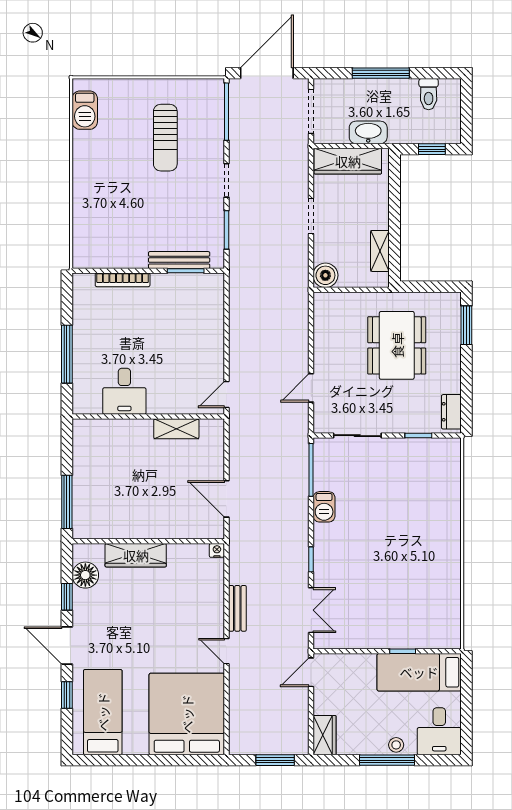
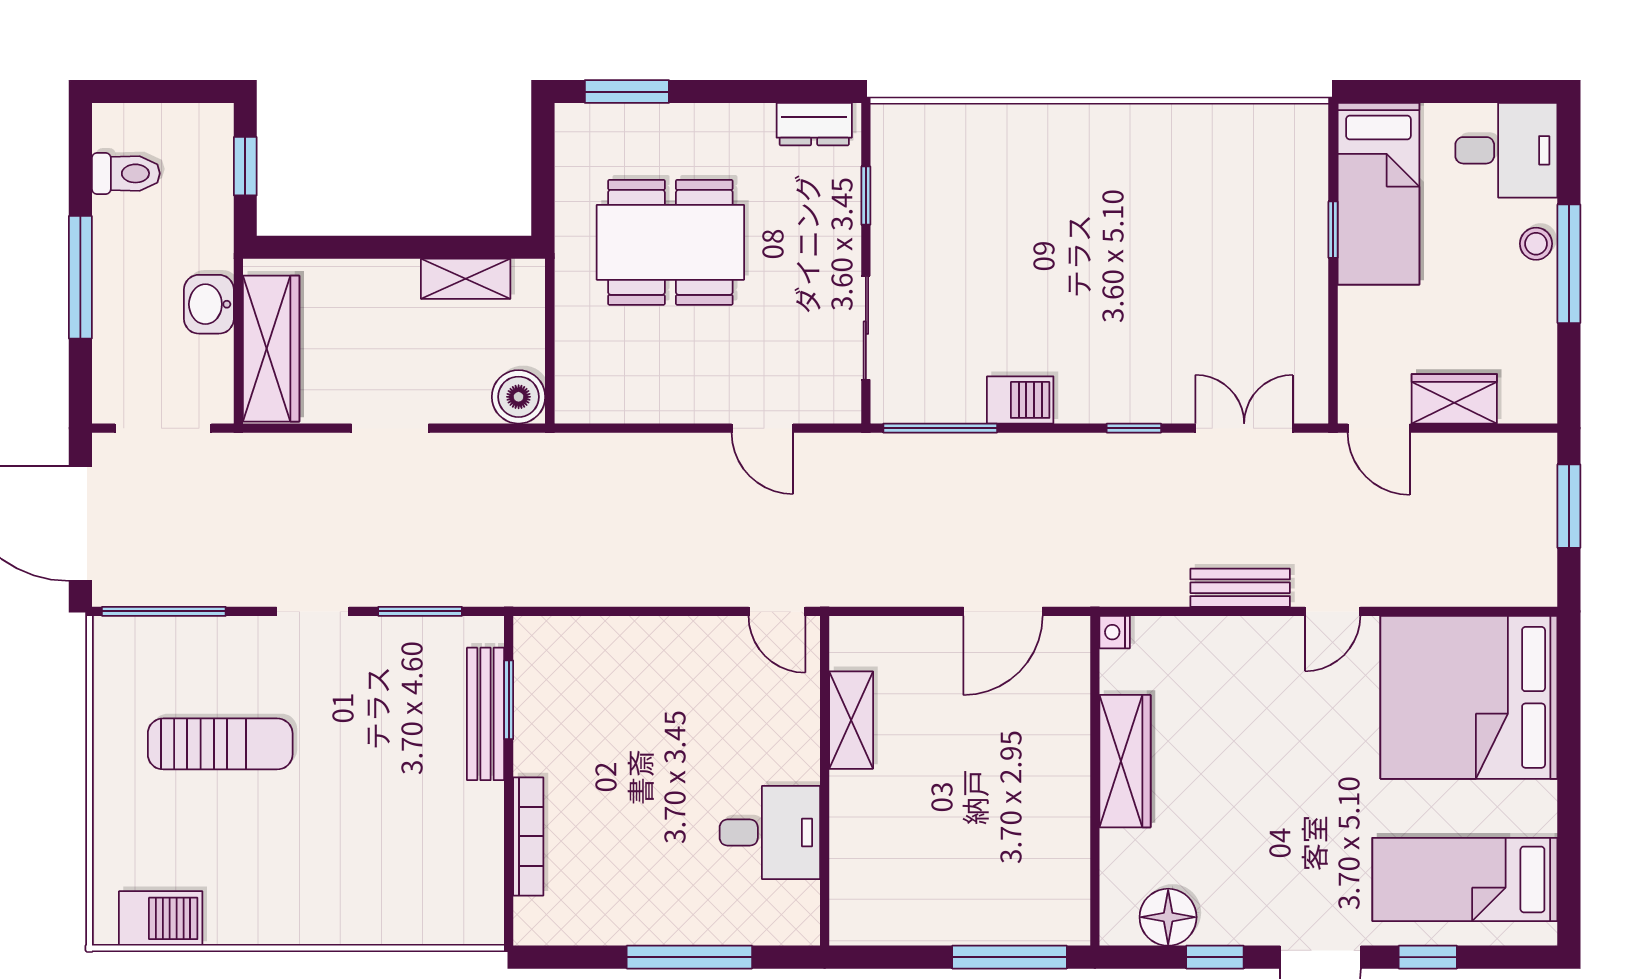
washbasin: (368, 132) -> (209, 304), width x0.72
wardrobe: (136, 555) -> (1125, 761), moved
wardrobe: (325, 735) -> (1454, 399), moved

